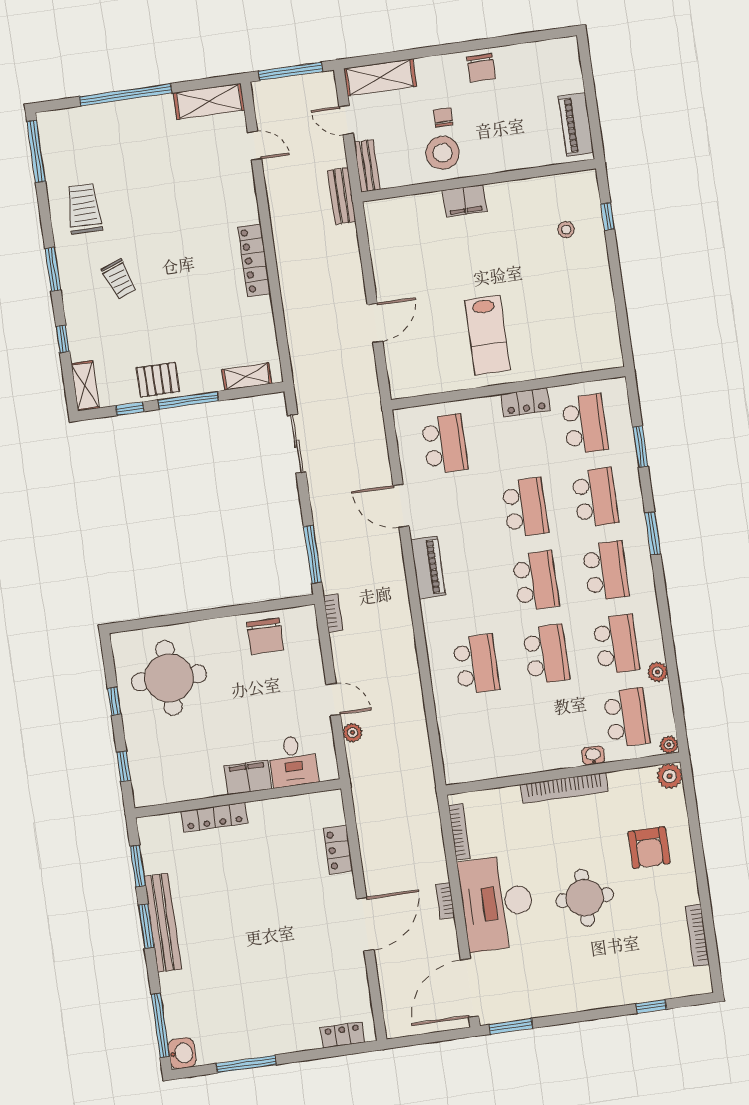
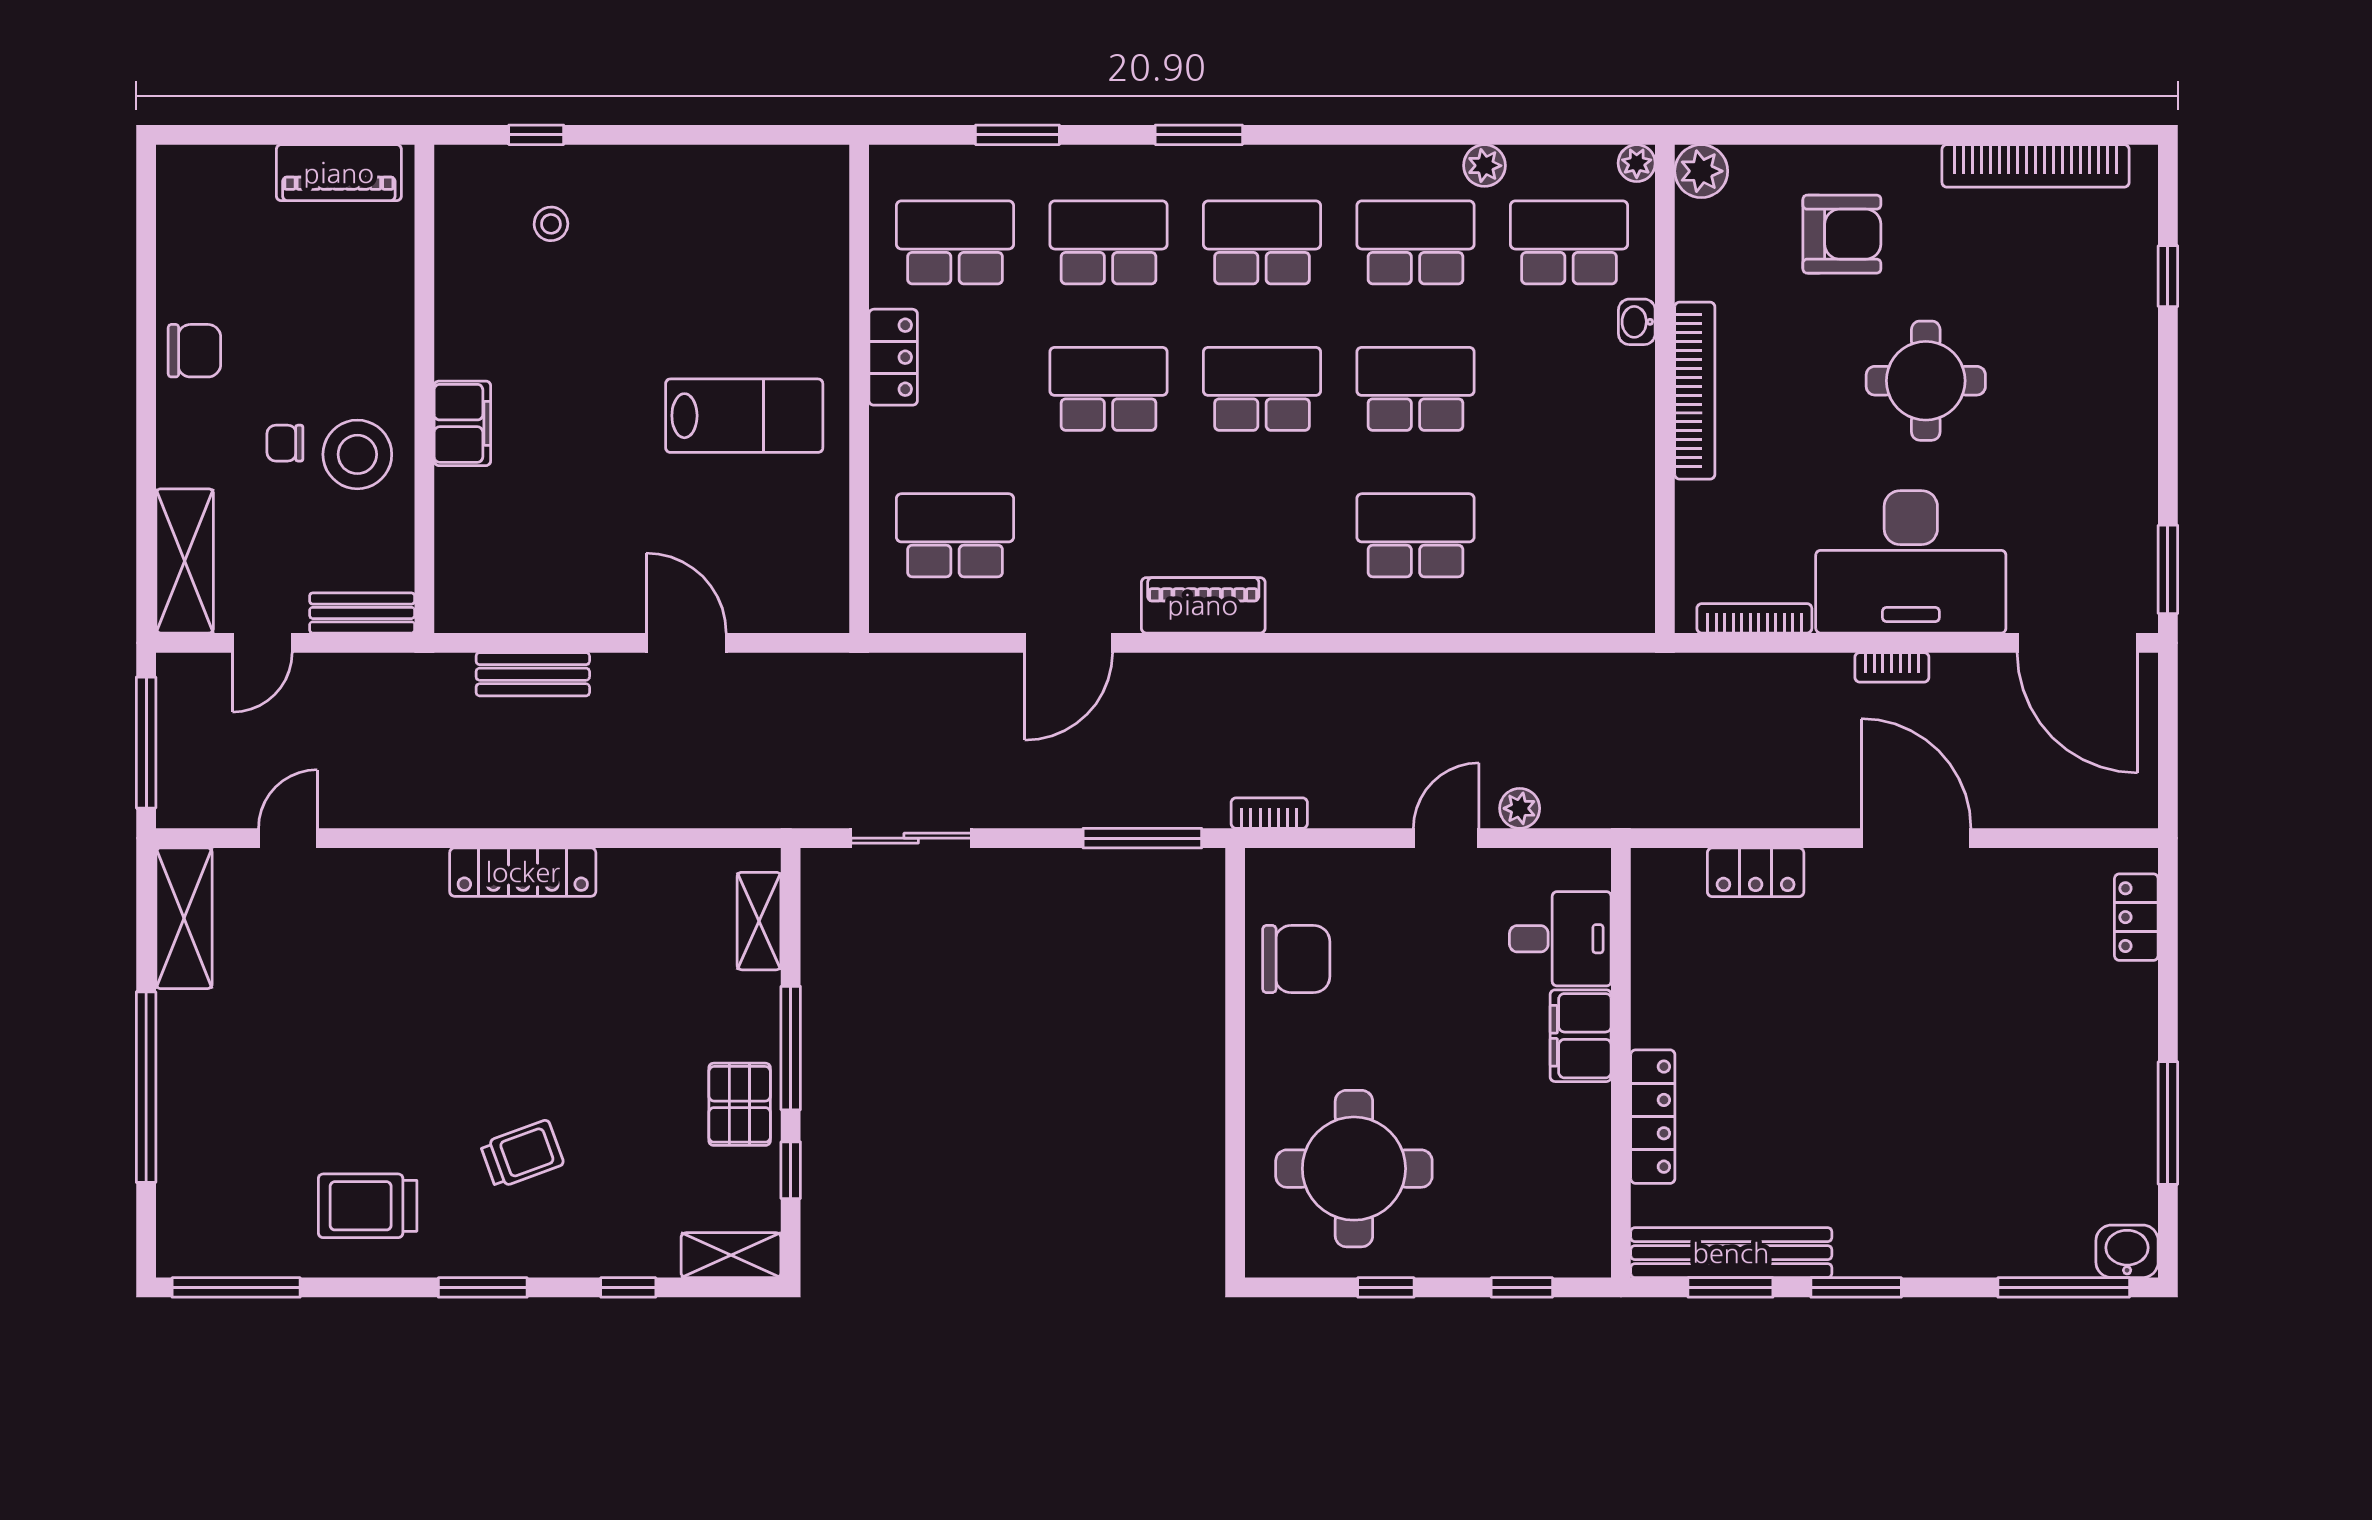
bench: (342, 196) -> (533, 674), moved
bench: (163, 923) -> (1731, 1253), moved
bookcase: (697, 935) -> (2036, 166), width x1.48, depth x1.31

